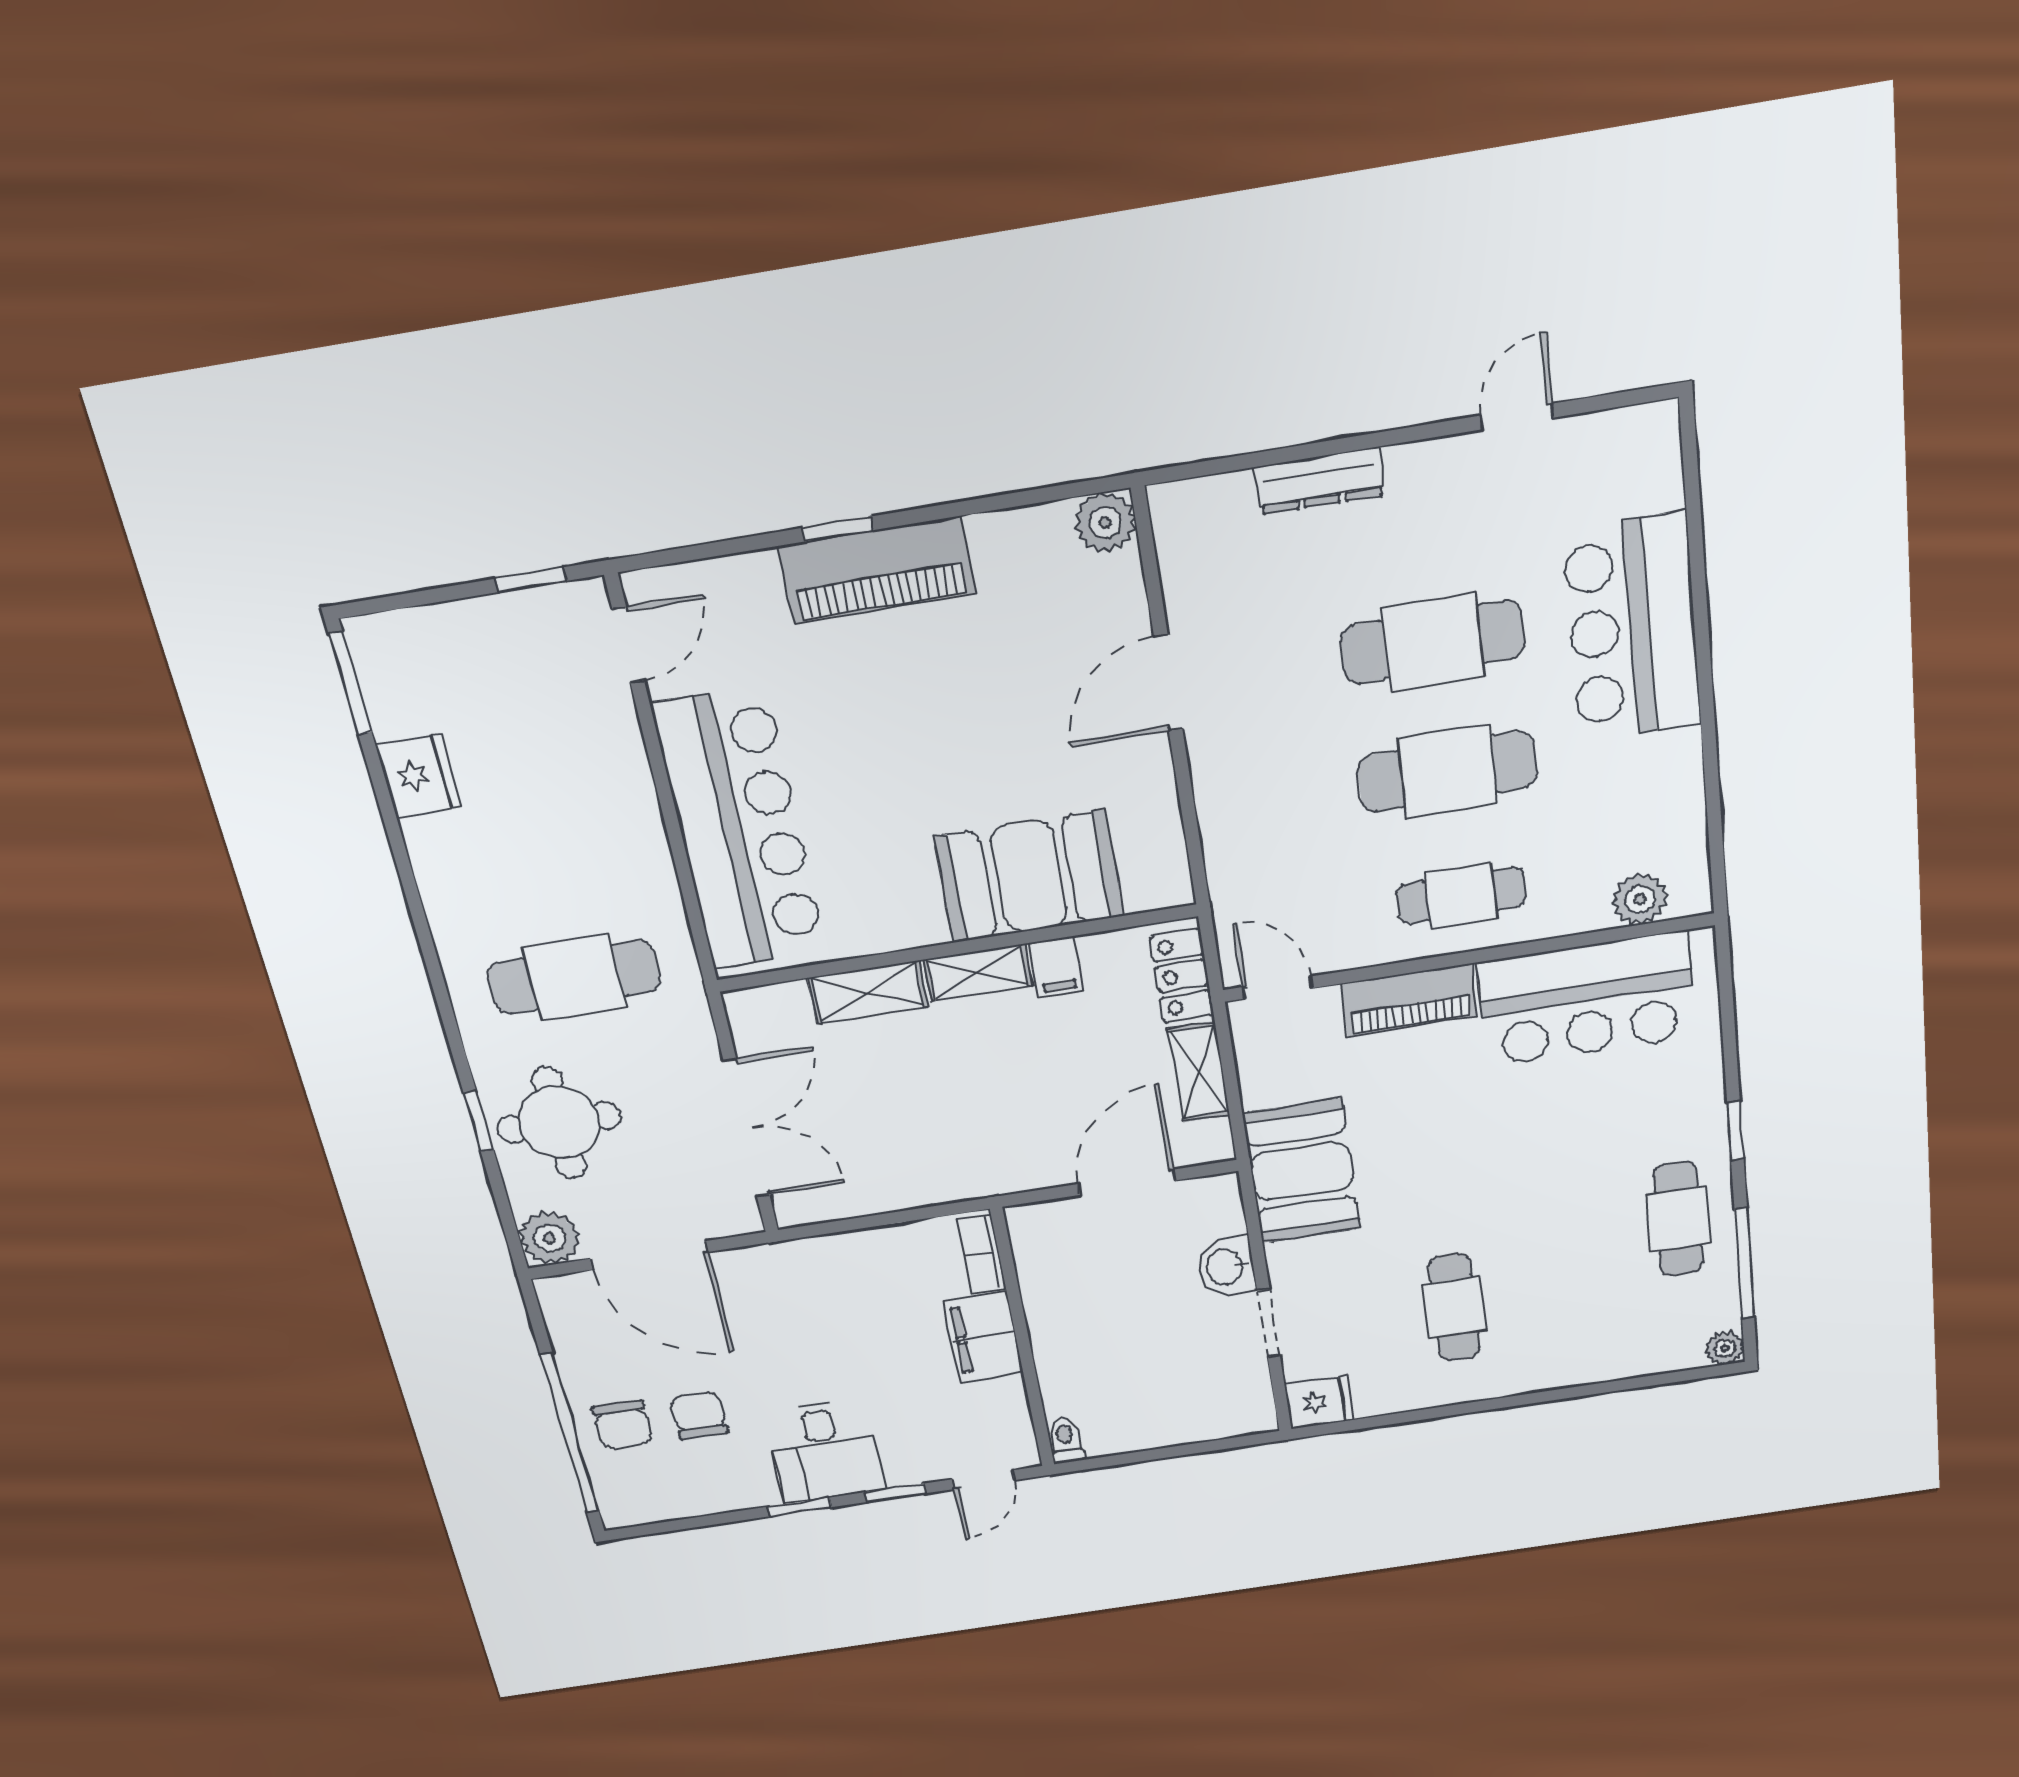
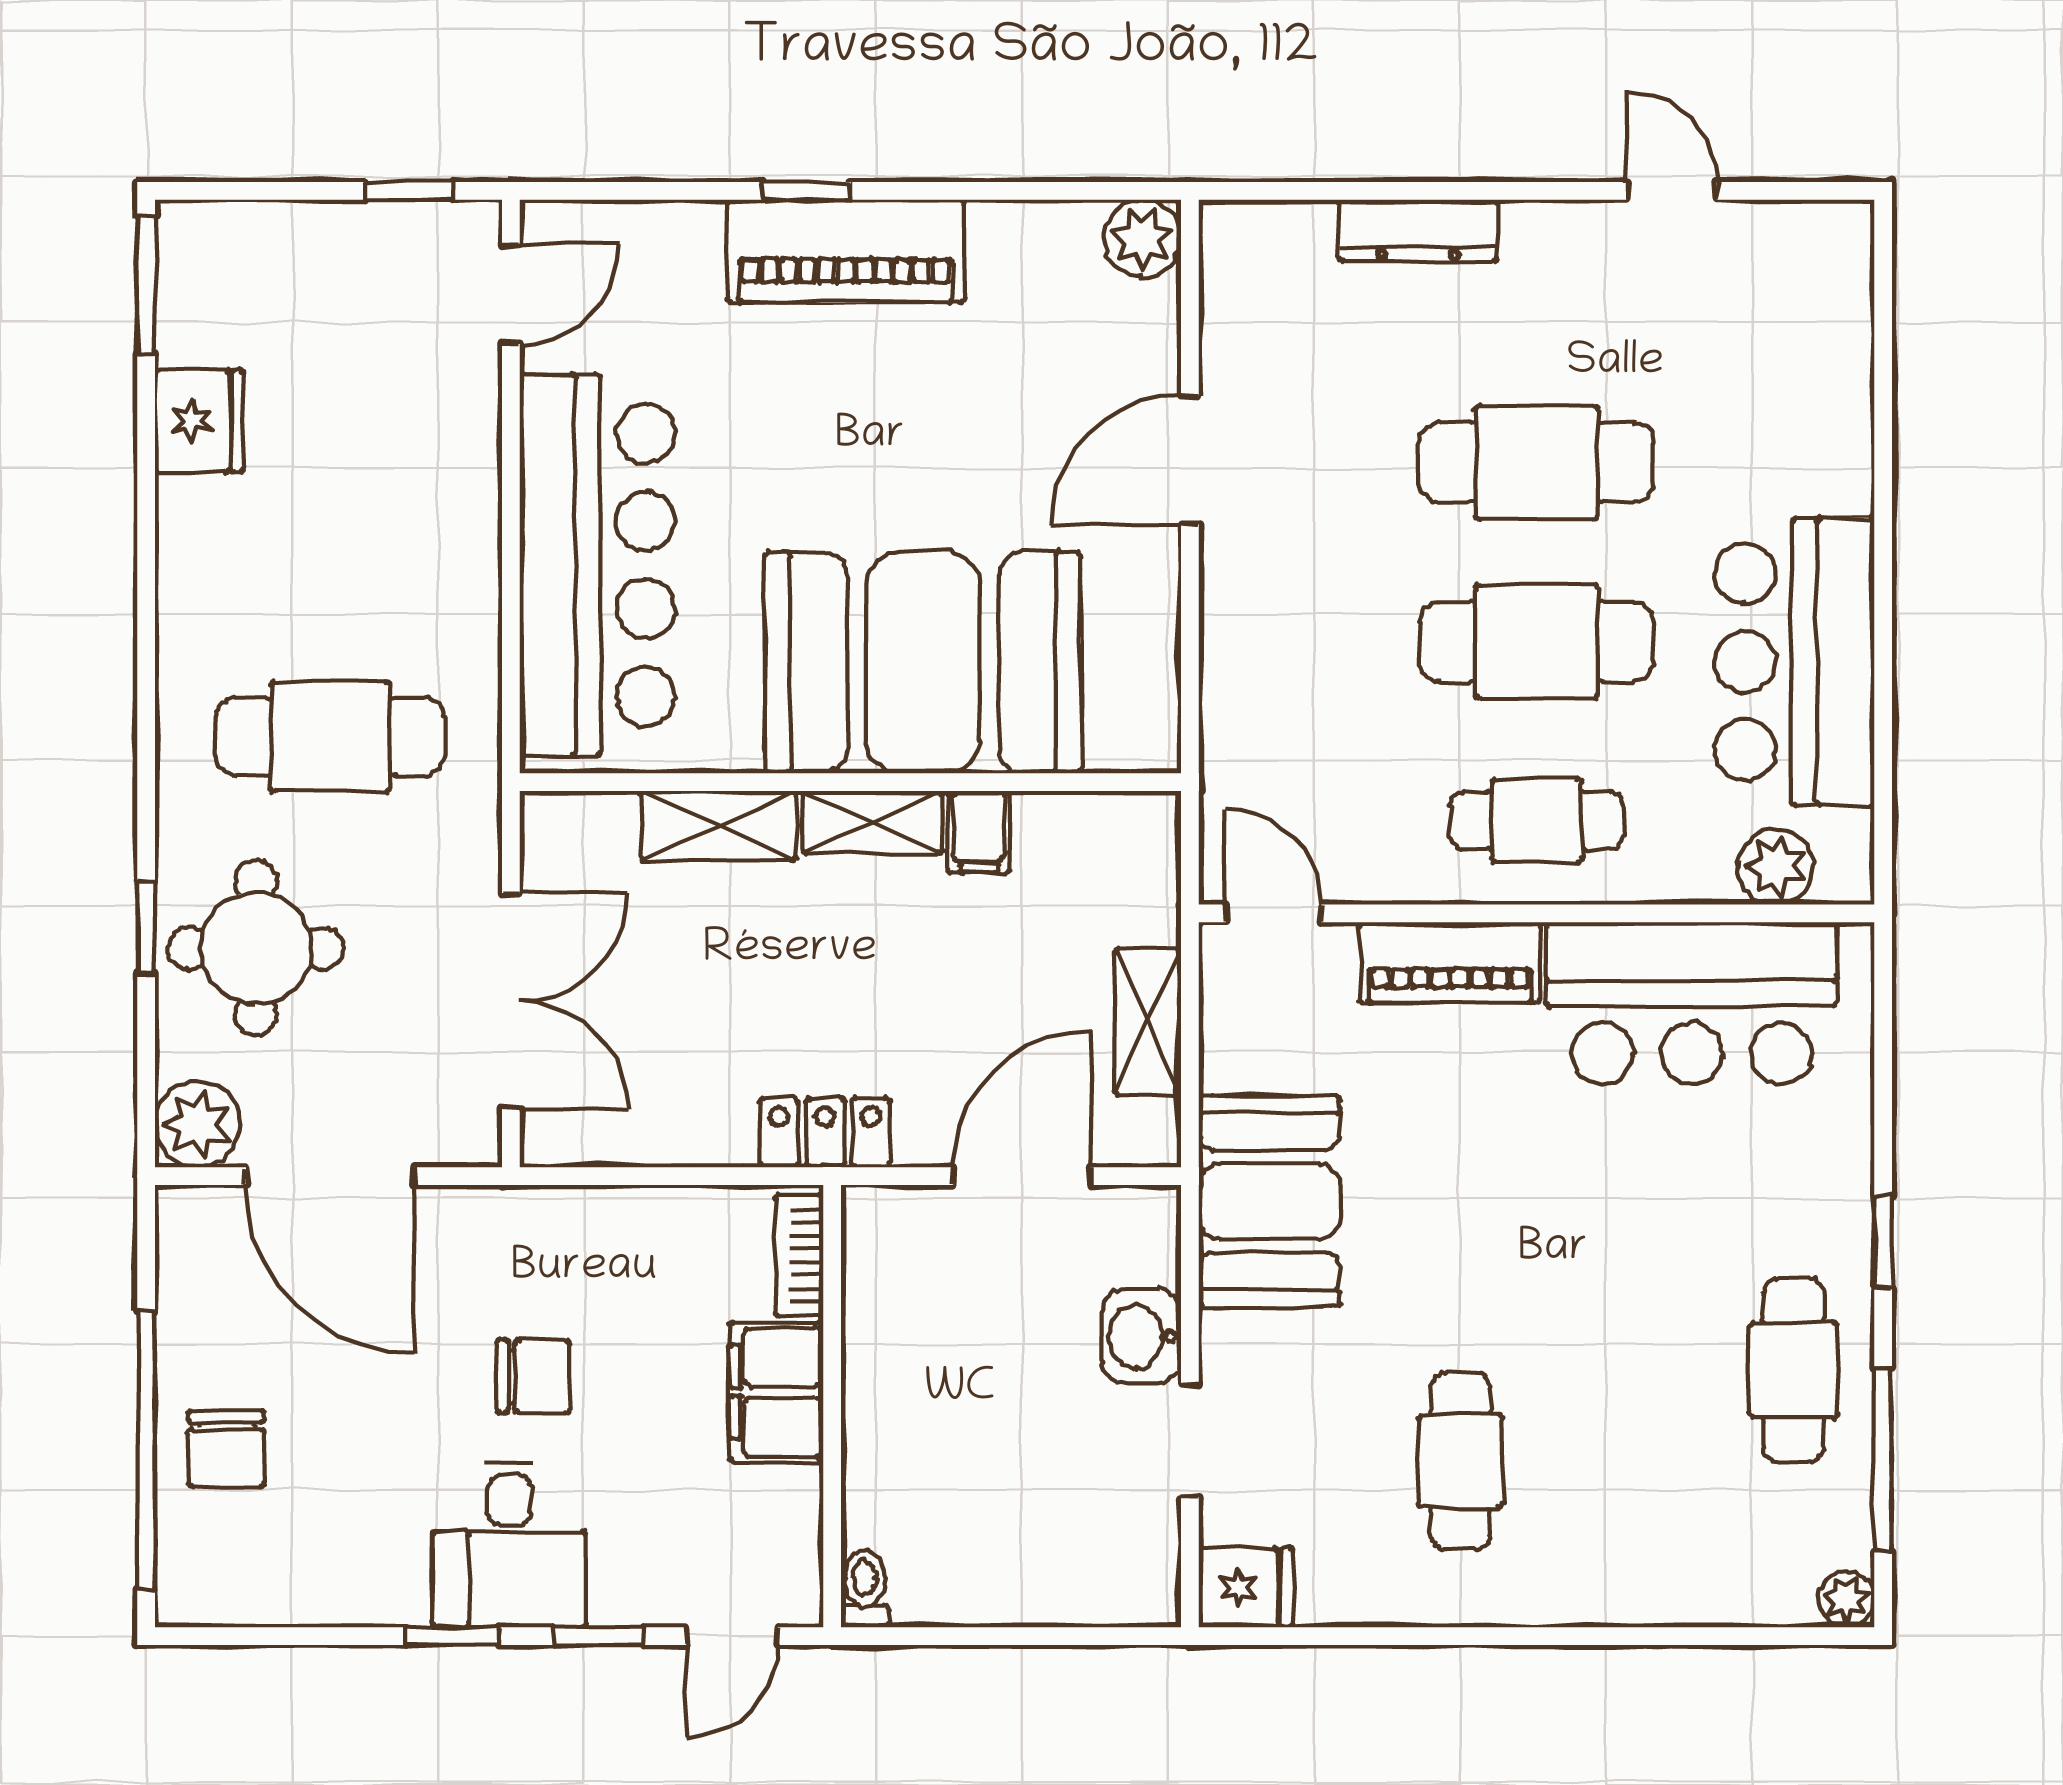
door: (1517, 417) -> (1672, 191), hinge flipped
bar counter: (1633, 628) -> (1795, 662), moved
booth: (1029, 876) -> (923, 662), width x1.36, depth x1.42
locker: (1182, 976) -> (825, 1133), moved, turned 90
chair: (699, 1415) -> (534, 1376), moved, turned 90

